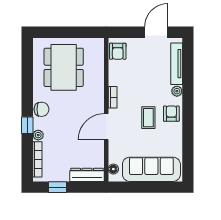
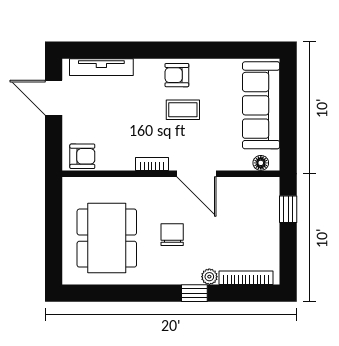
dining table: (64, 67) -> (107, 238), turned 90
plant: (177, 91) -> (143, 67), removed
chair: (41, 109) -> (172, 235), moved
dresser: (87, 175) -> (270, 203), removed
window: (57, 187) -> (288, 209), moved

